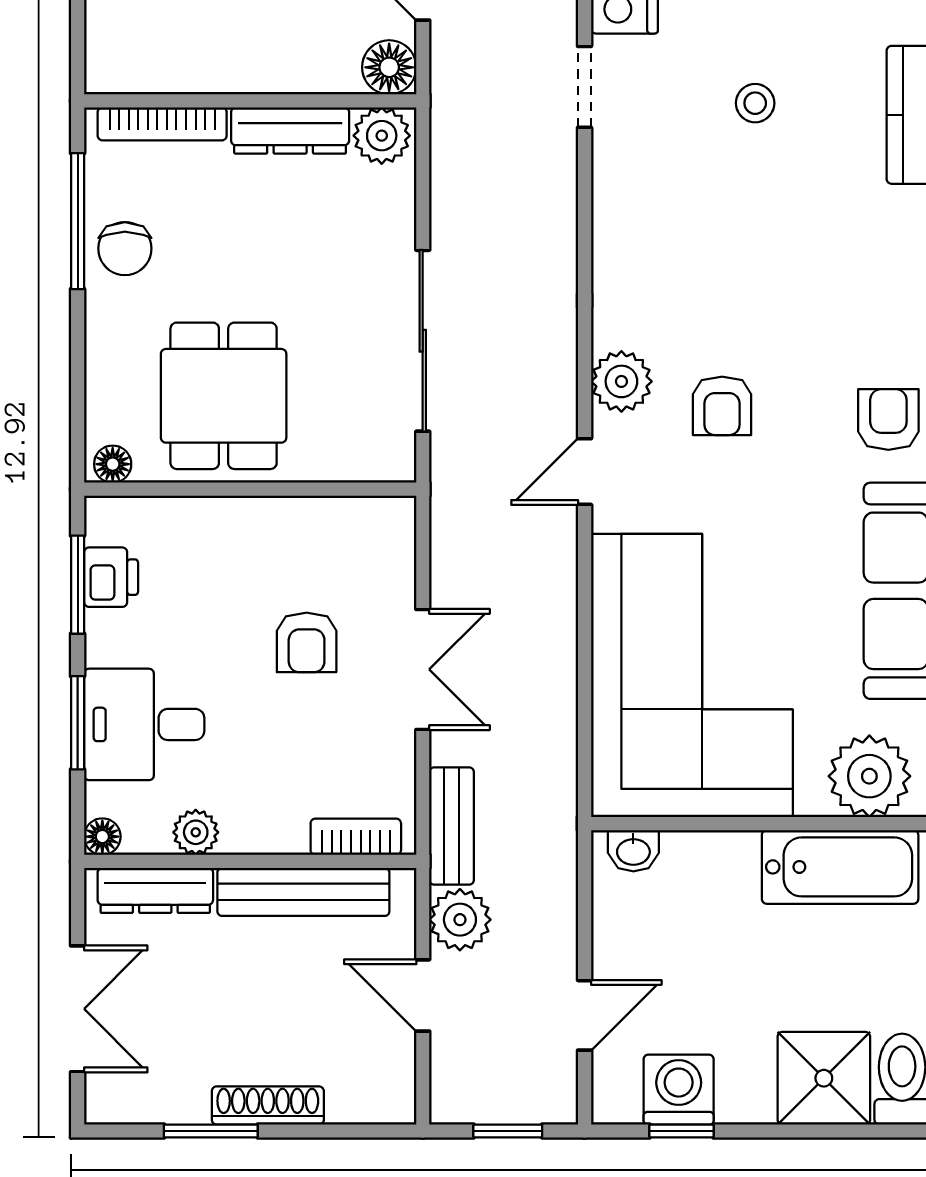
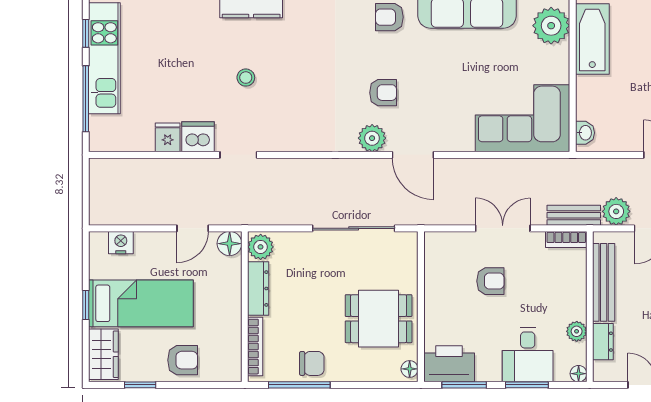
door: (585, 472) -> (413, 155), width x1.38
printer: (111, 577) -> (449, 364), width x1.87, depth x1.48
corner sofa: (692, 675) -> (522, 118), width x0.73, depth x0.74
bookcase: (356, 837) -> (566, 239), moved, turned -90
dresser: (155, 890) -> (603, 342), width x0.70

